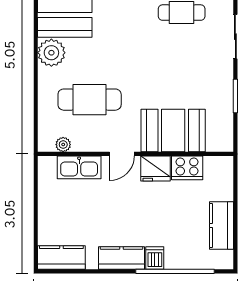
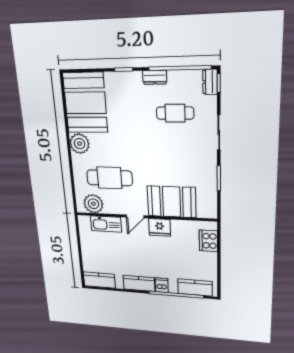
plant: (63, 145) -> (93, 204), width x1.88, depth x1.88
cooker: (187, 168) -> (208, 241), moved, turned 90
kitchen counter: (221, 225) -> (195, 288), moved, turned 90

